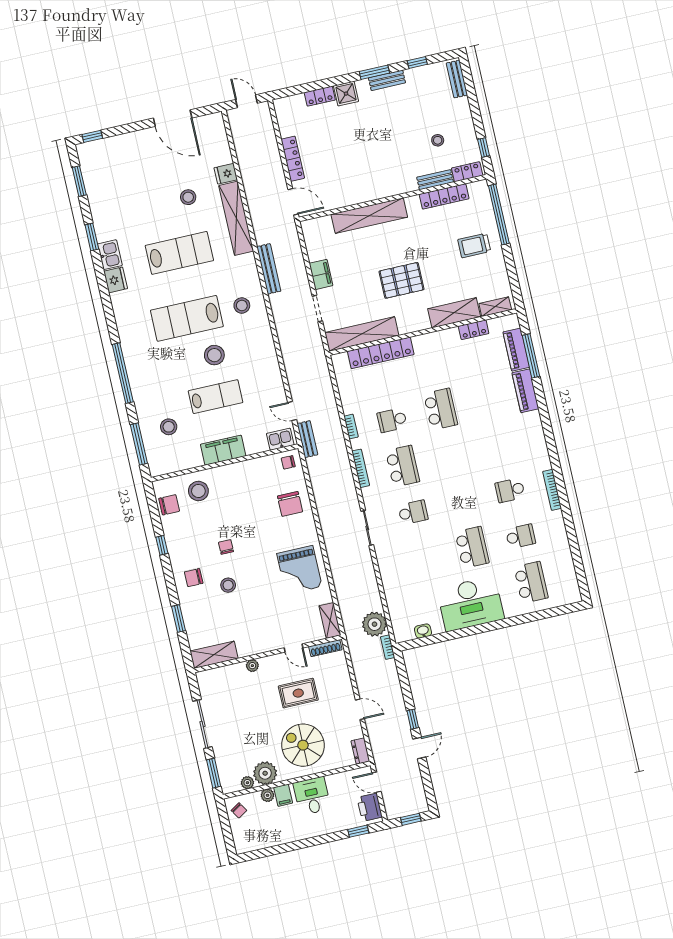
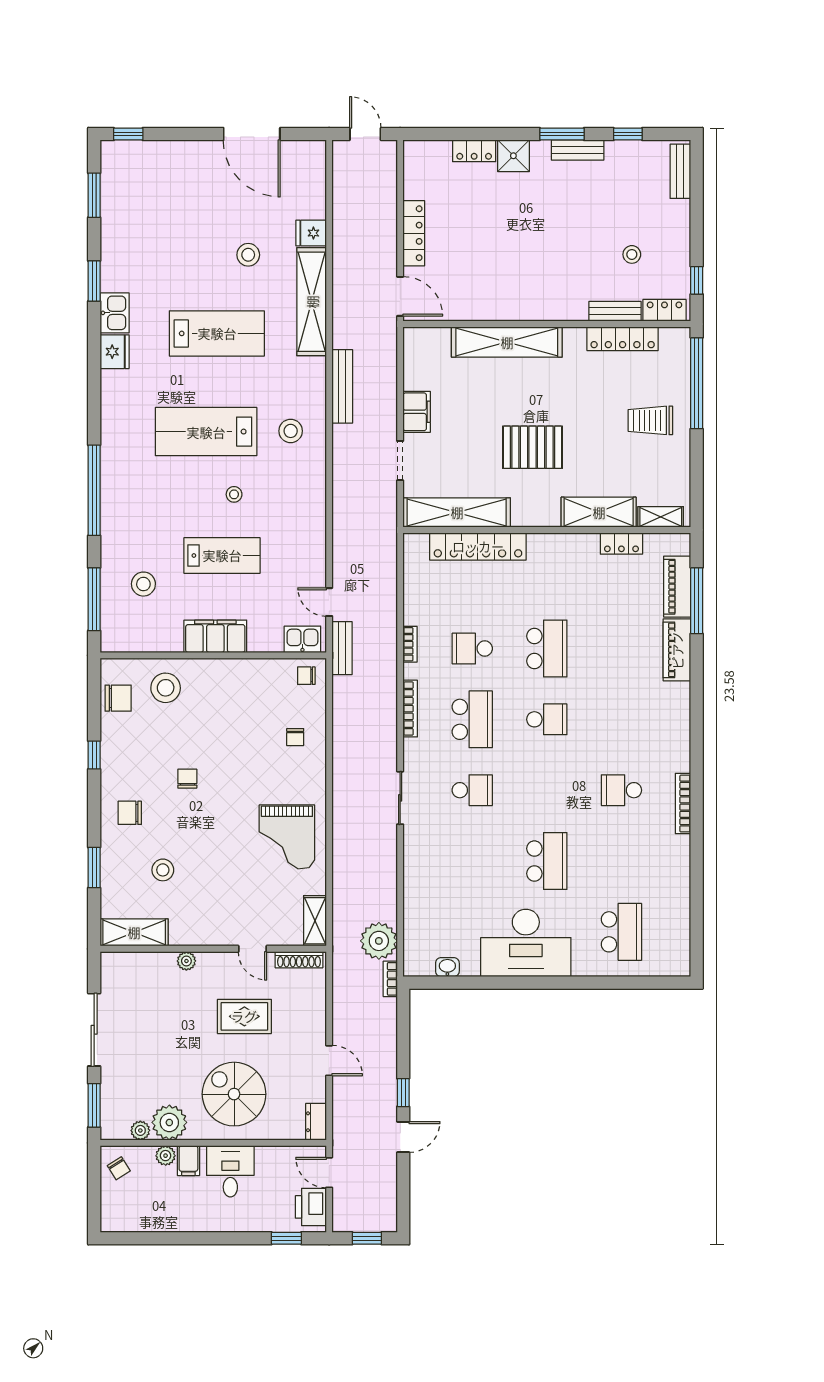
stool: (214, 355) -> (234, 494), width x0.53, depth x0.53
chair: (290, 504) -> (295, 737), width x0.54, depth x0.54
school desk: (521, 536) -> (547, 719), moved
stool: (228, 585) -> (163, 870), moved

